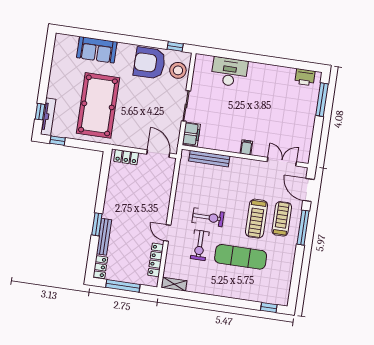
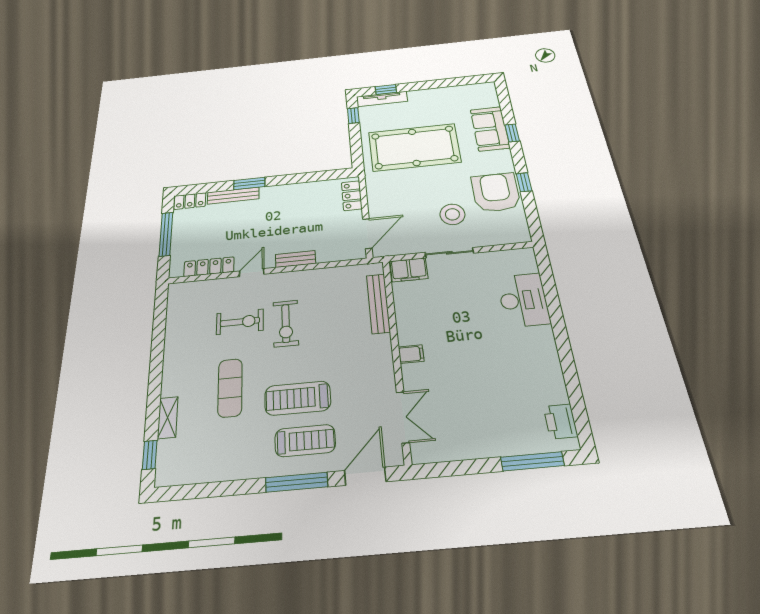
window: (105, 36) -> (512, 133), added
window: (175, 46) -> (524, 182), moved
stool: (178, 70) -> (452, 214), moved
bench: (165, 203) -> (295, 259), added
exercise bike: (200, 245) -> (240, 322), turned 180
exercise mat: (241, 257) -> (230, 388), width x0.73, depth x0.69
shelving: (174, 284) -> (168, 418), moved

